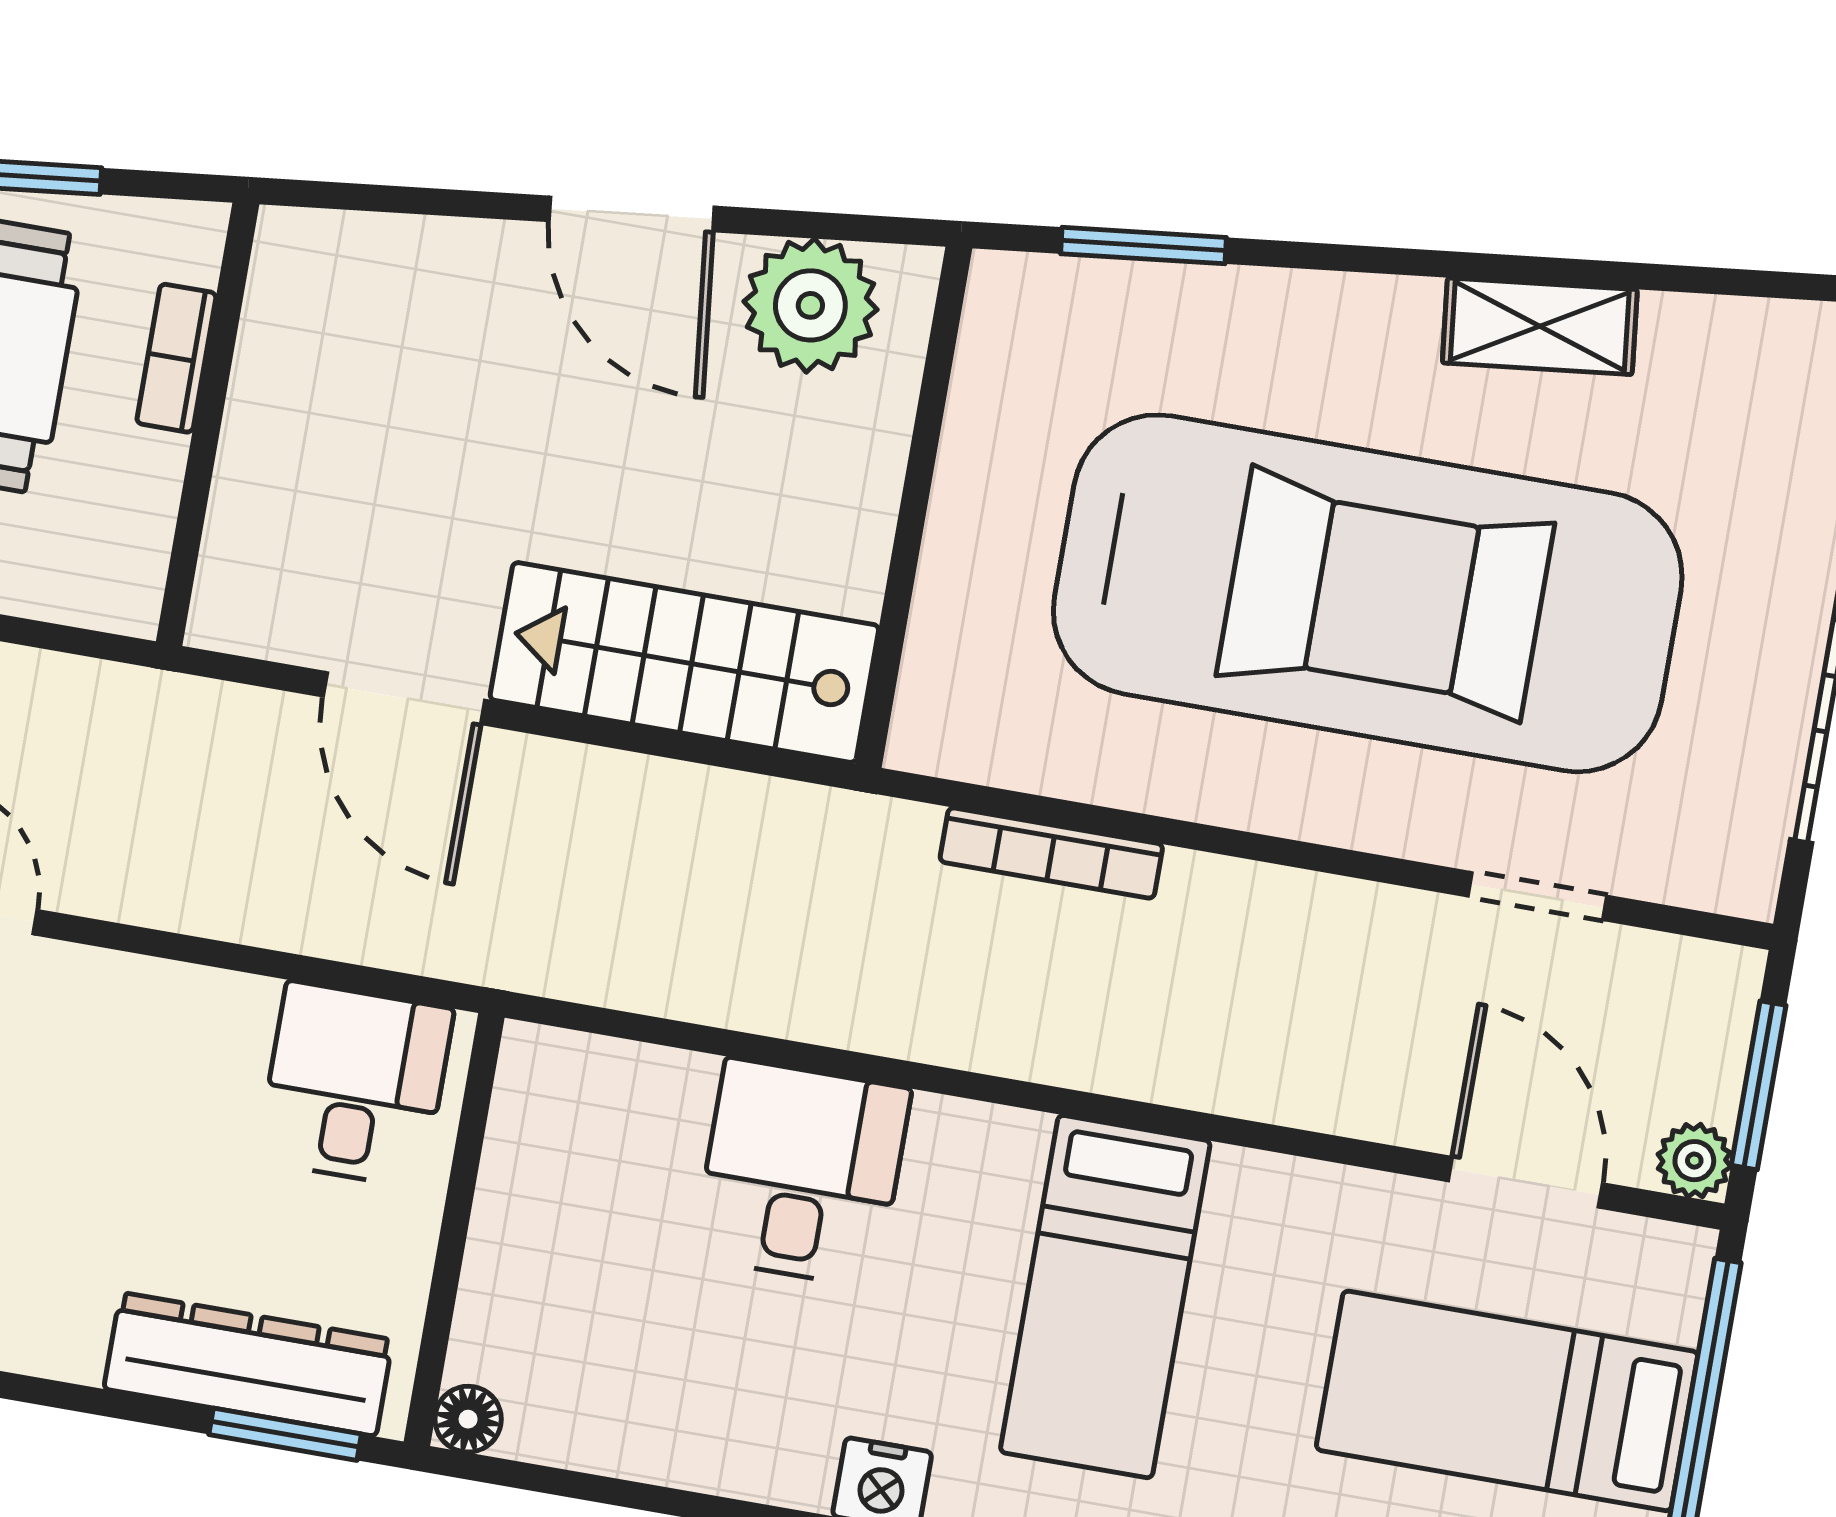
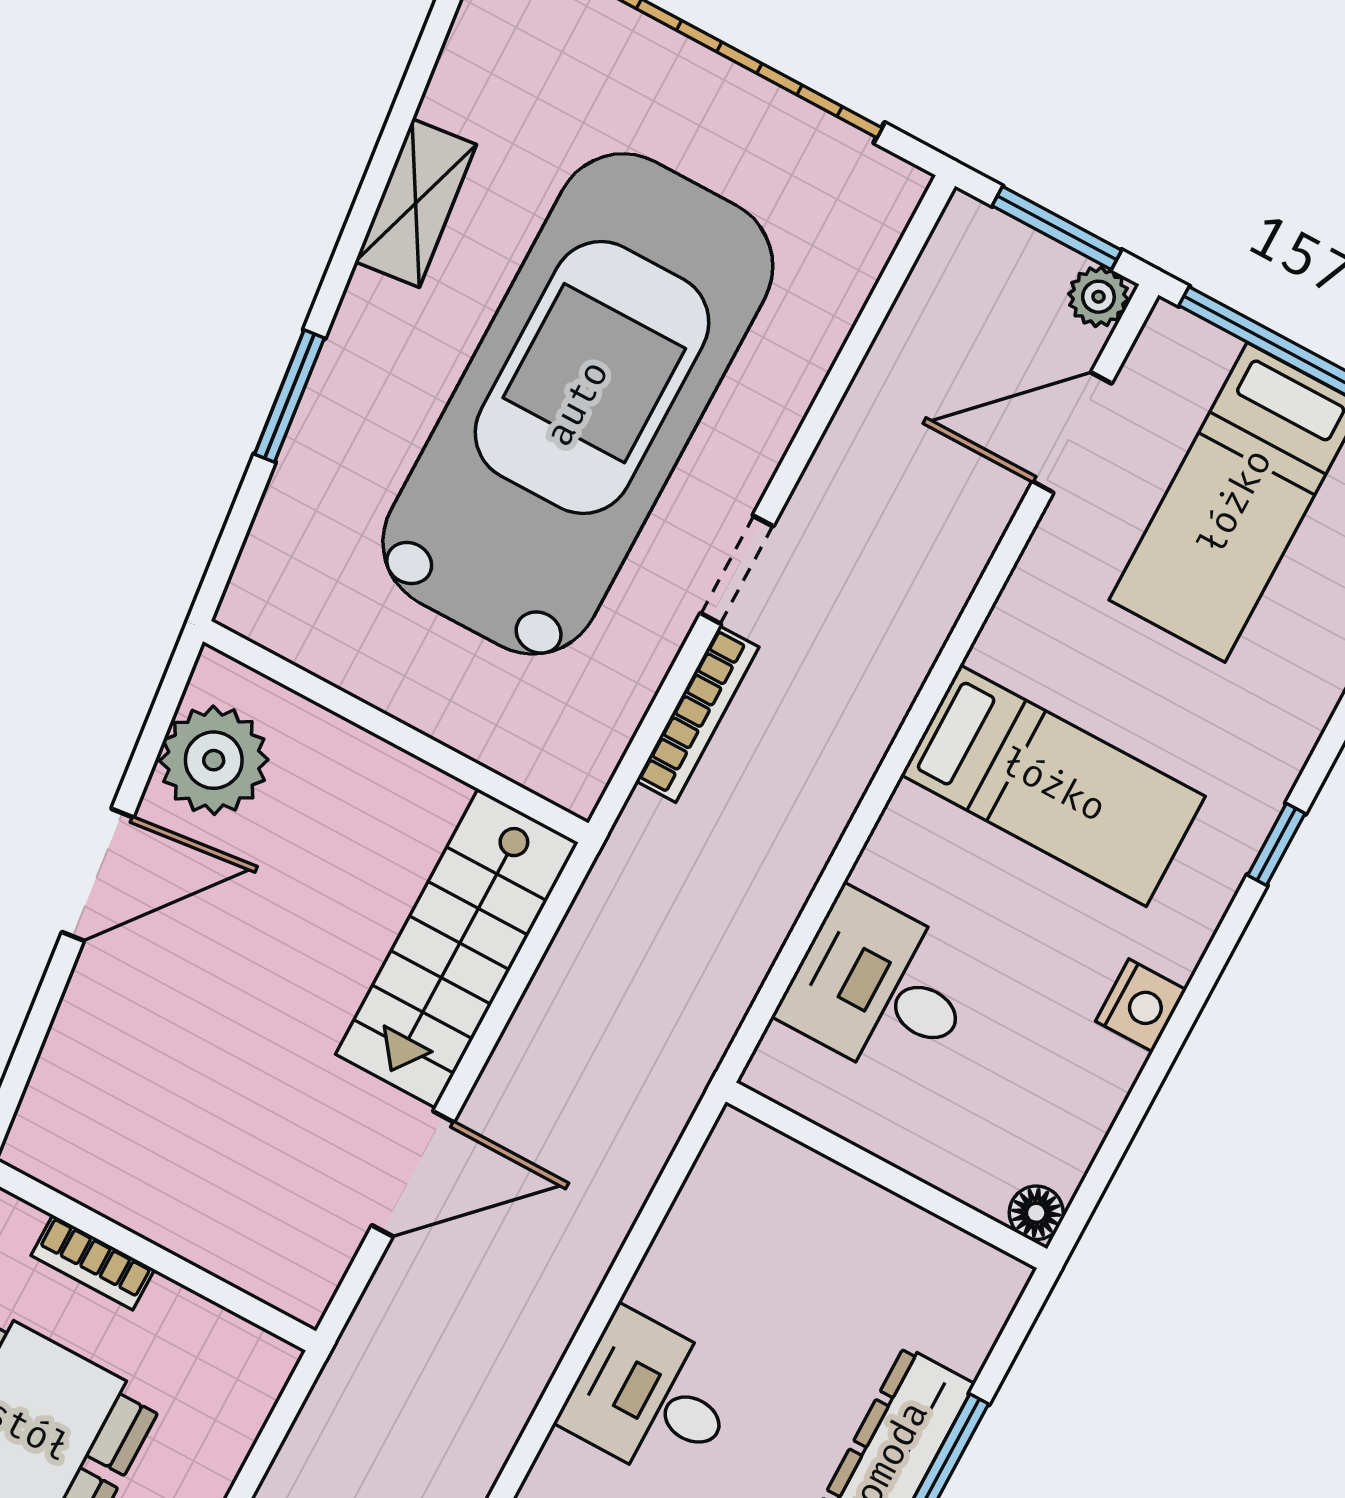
window: (1143, 246) -> (289, 396), moved
doorway: (1538, 896) -> (737, 570), moved
desk: (355, 1085) -> (651, 1398), moved
wall: (454, 1230) -> (886, 1175), moved
floor lamp: (468, 1419) -> (1036, 1213), moved

